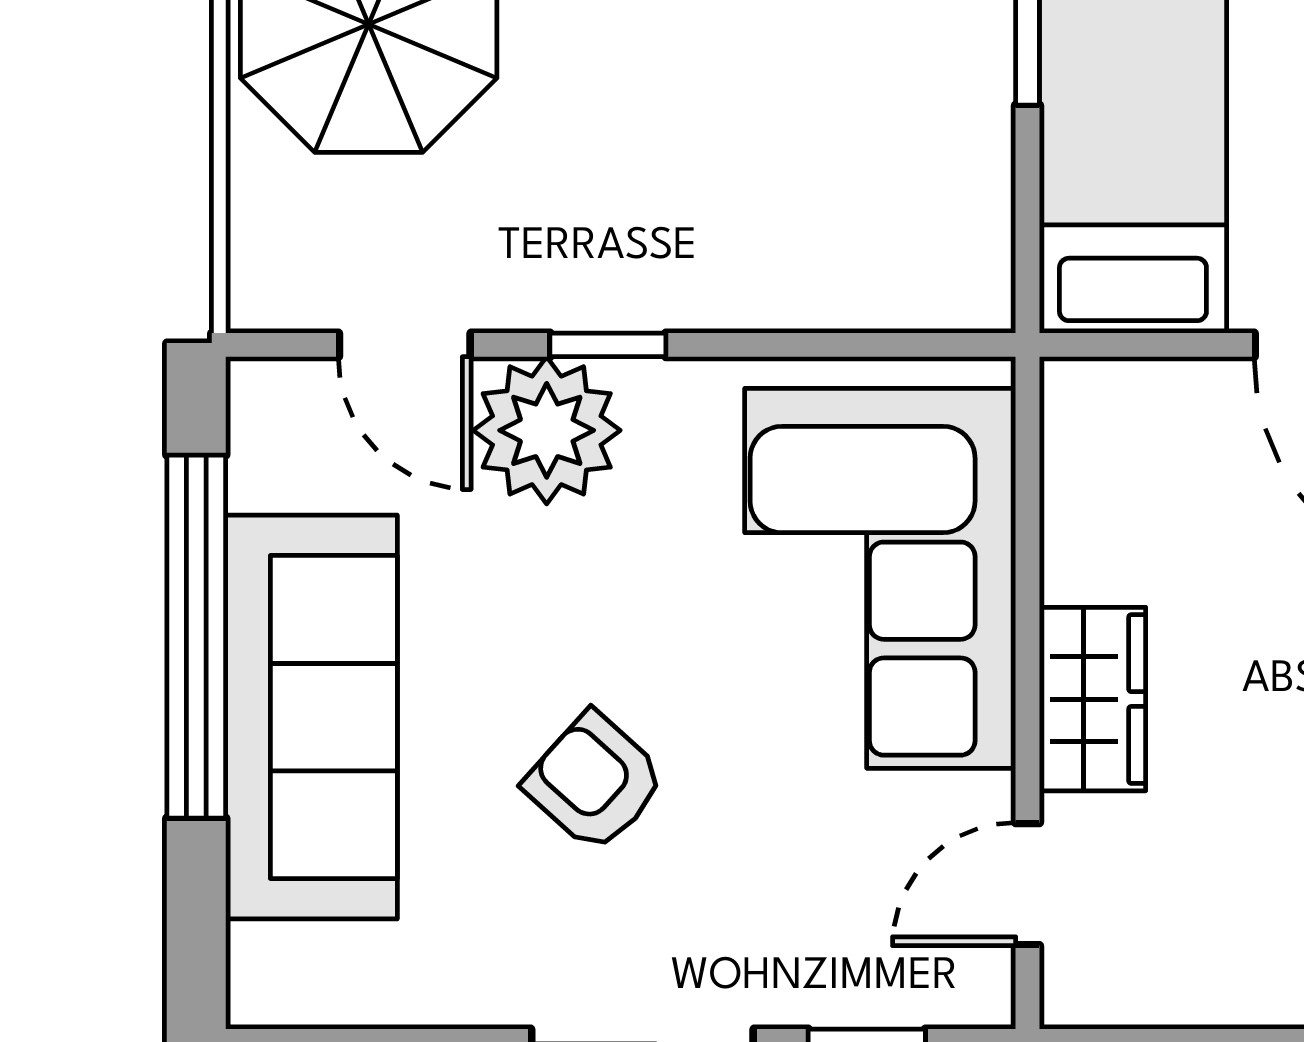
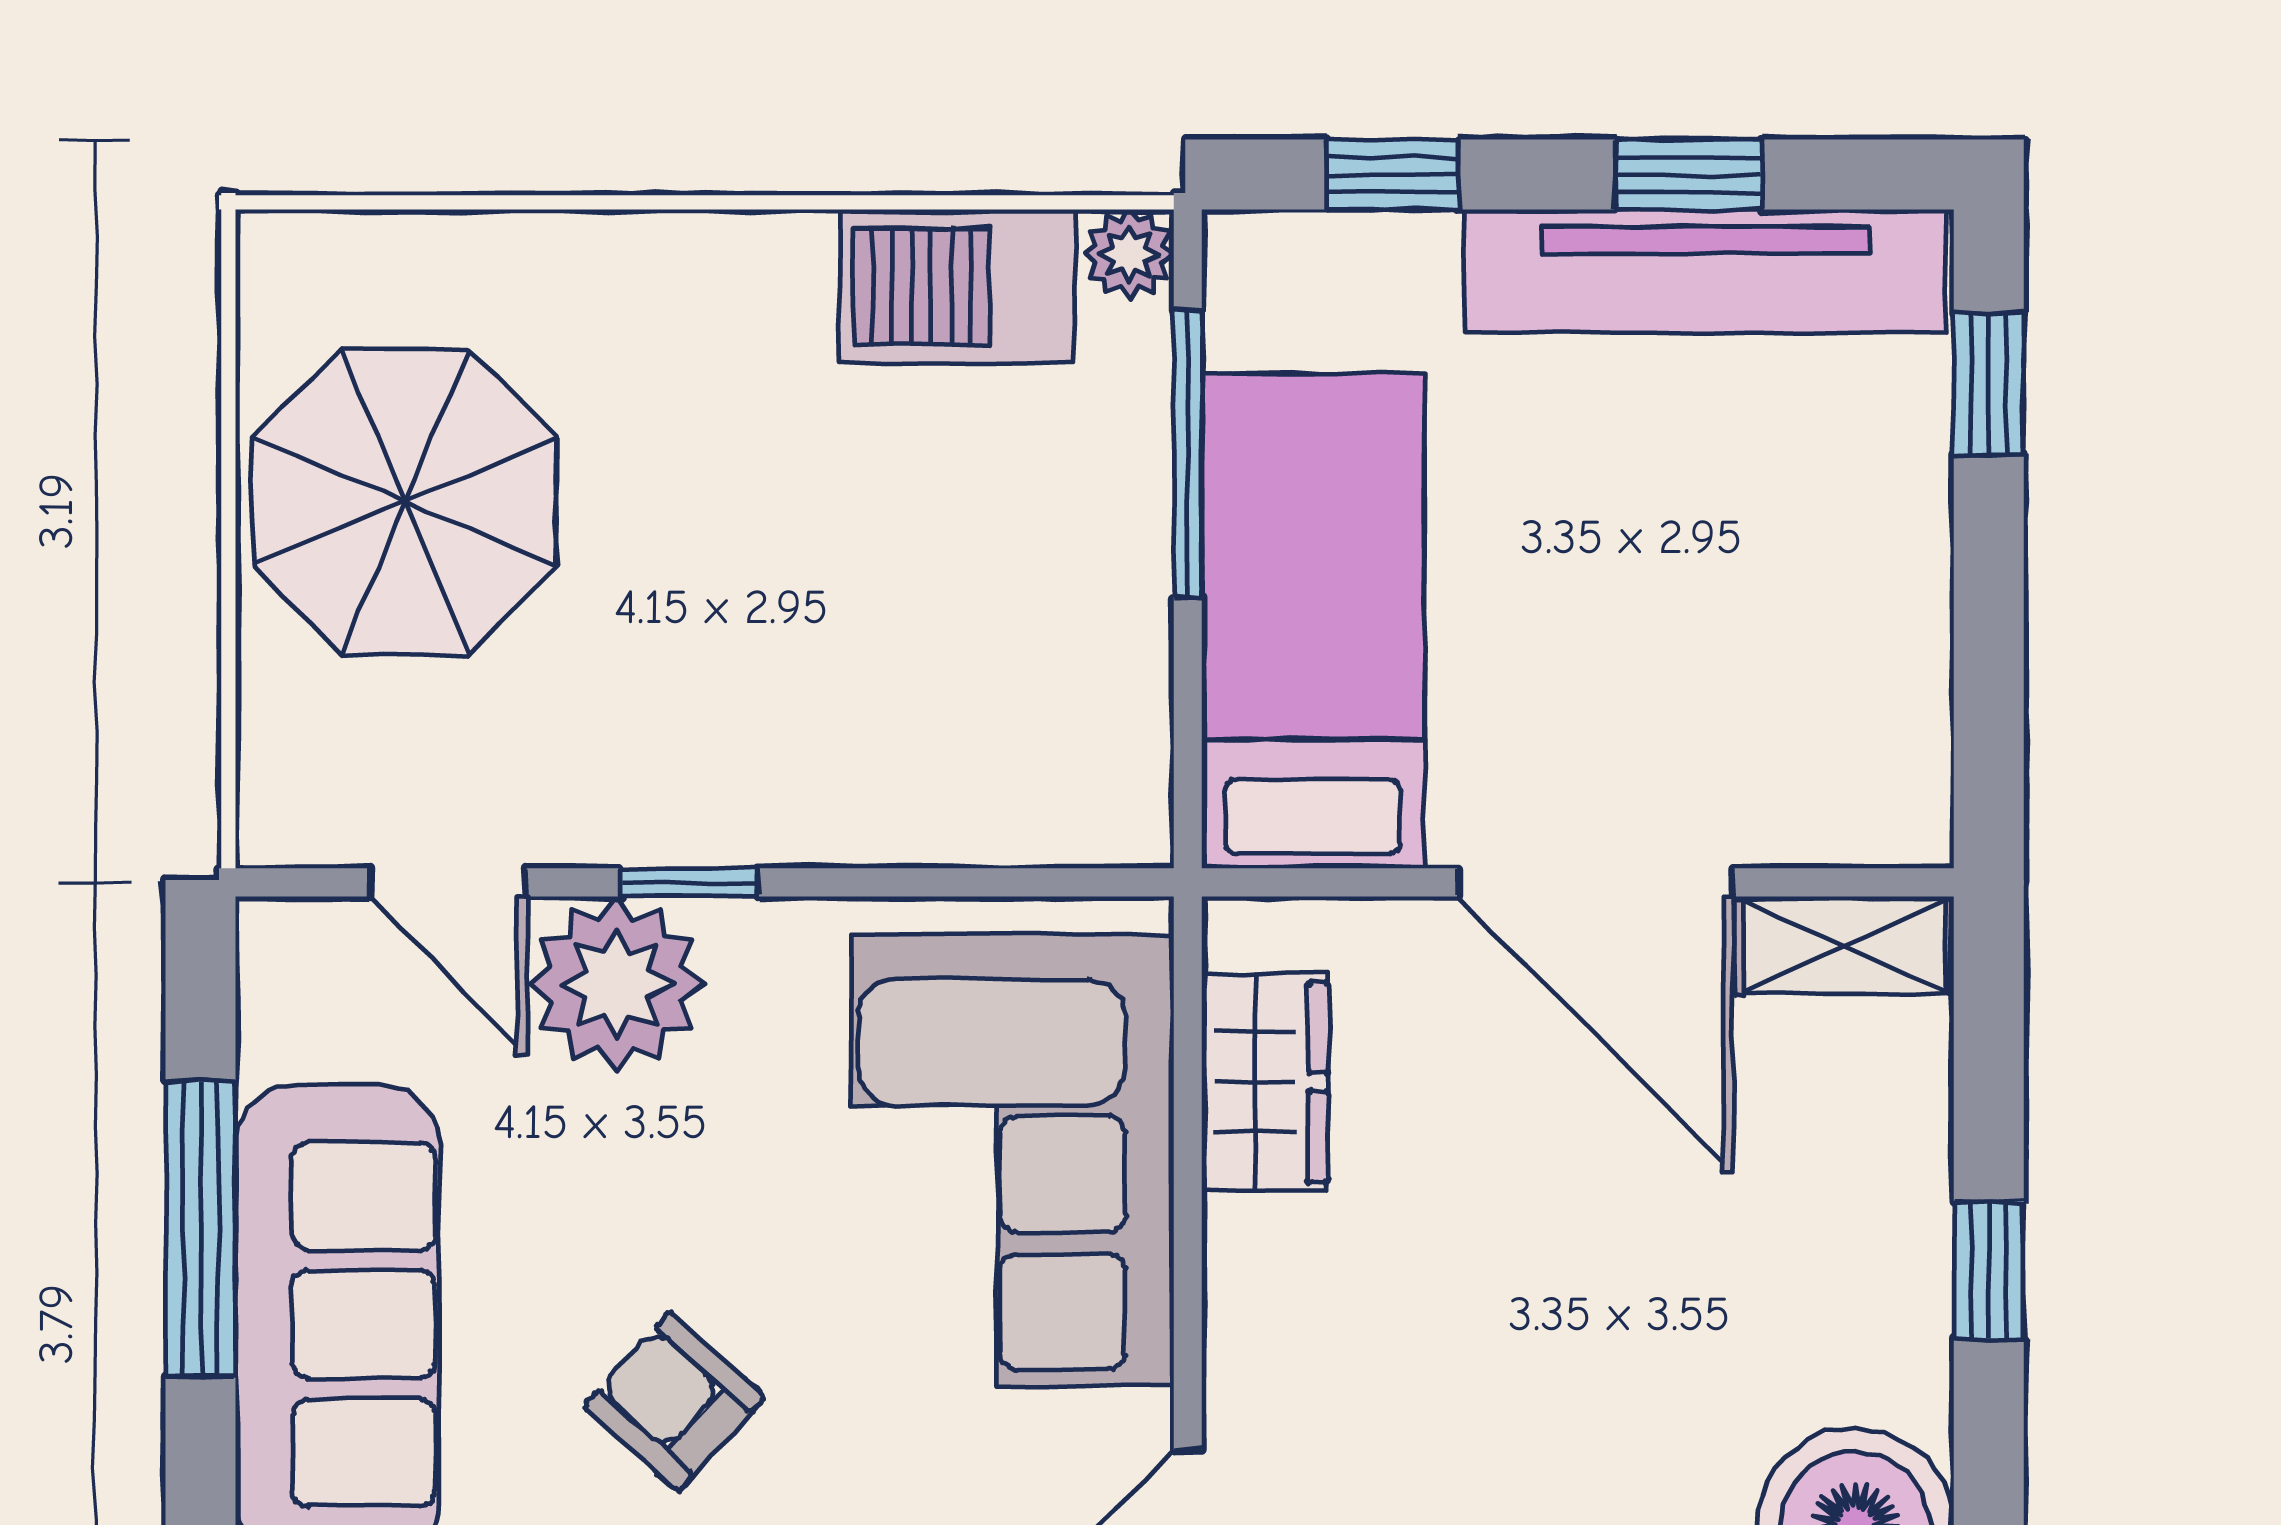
window: (196, 637) -> (200, 1229), width x0.68
wardrobe: (1092, 699) -> (1265, 1082), moved

